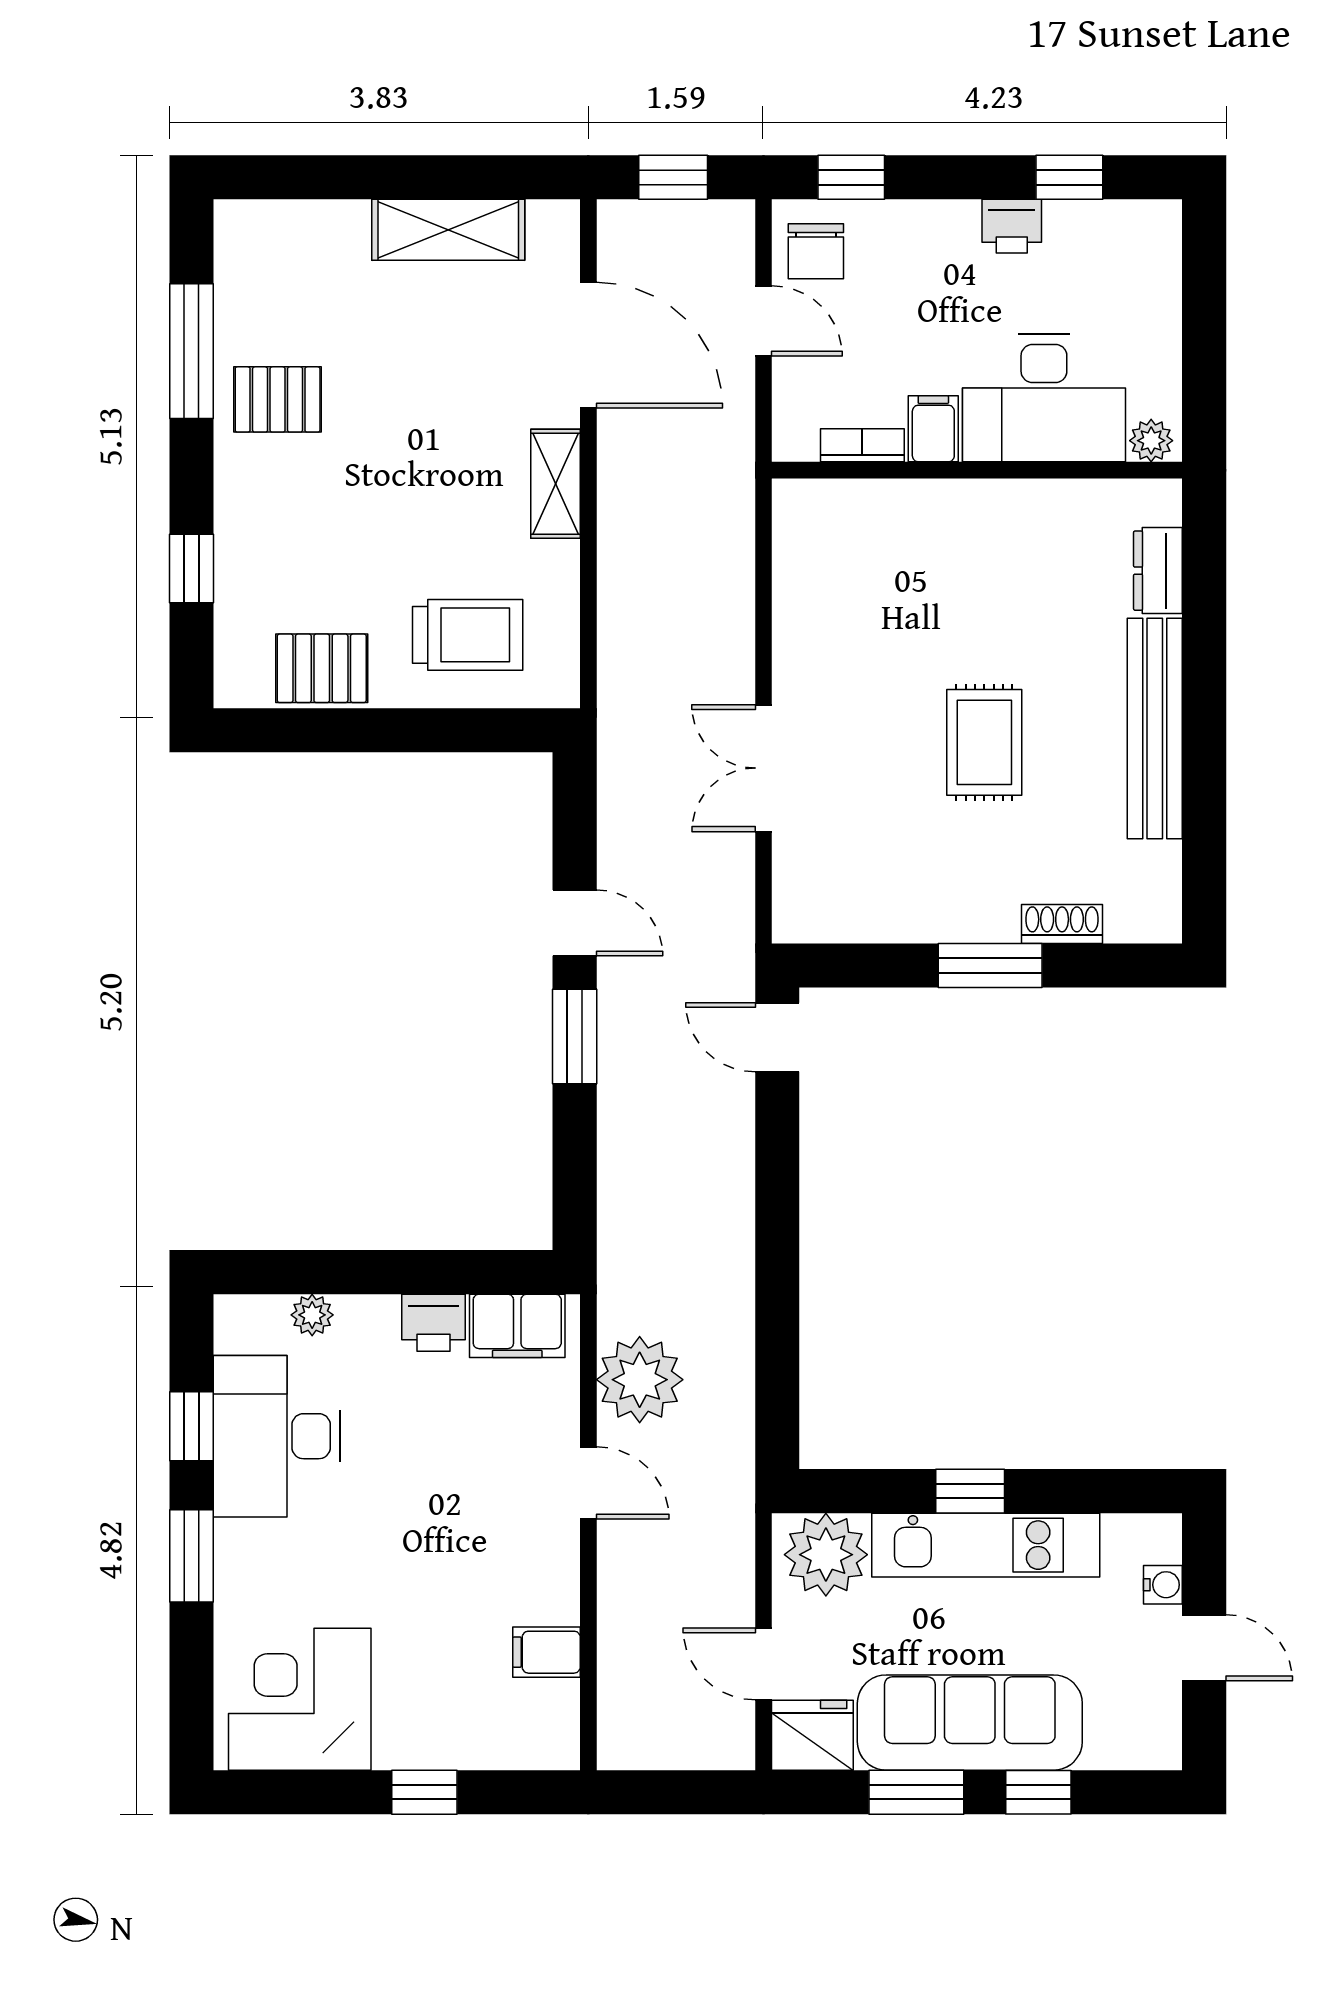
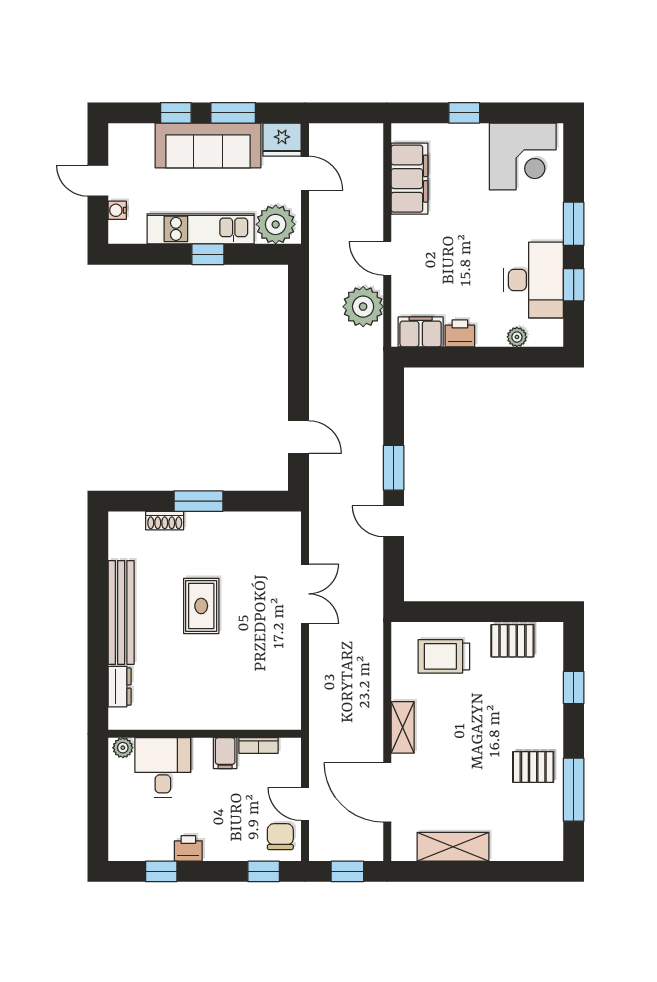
desk: (1044, 398) -> (163, 768), width x0.73
door: (777, 1037) -> (298, 437), moved
filing cabinet: (547, 1652) -> (409, 179), width x3.00, depth x1.17

